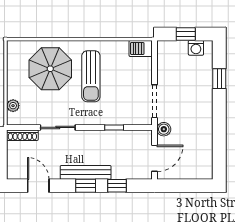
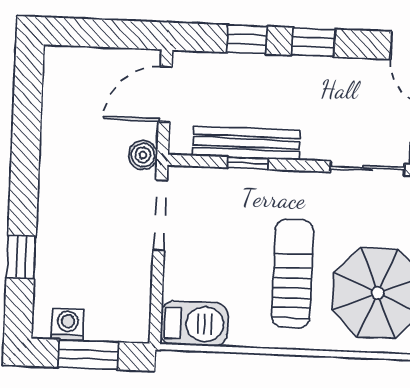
window: (186, 34) -> (88, 355), width x1.50
barbecue: (141, 48) -> (194, 324), width x1.38, depth x1.27
bench: (86, 172) -> (246, 143), moved

